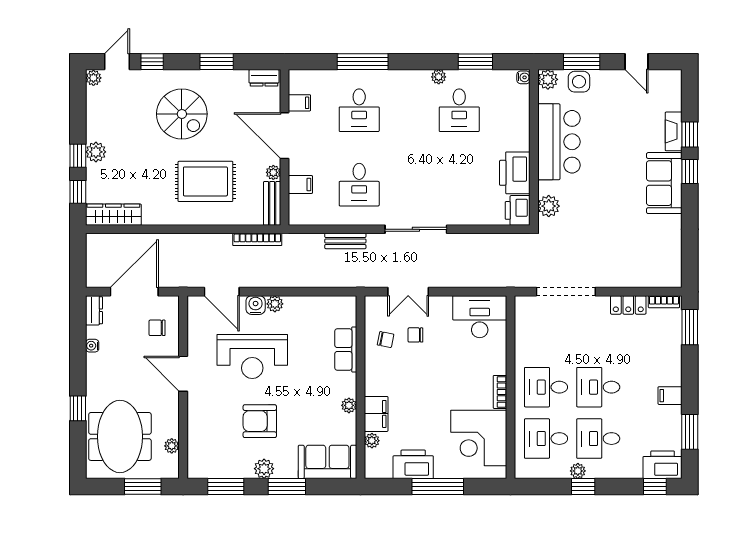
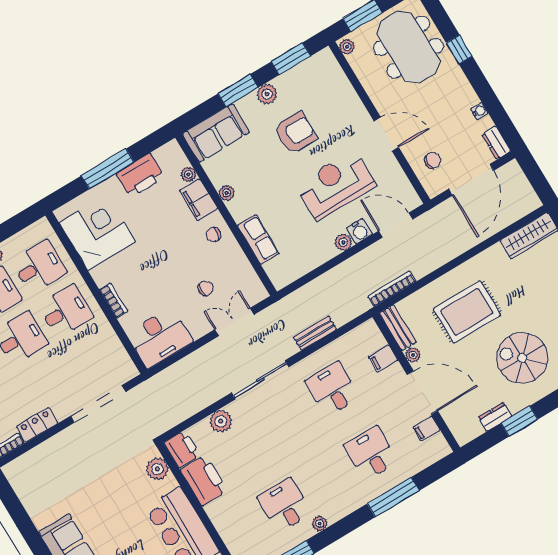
dresser: (264, 78) -> (495, 417), moved
plant: (470, 214) -> (221, 421), added
chair: (386, 340) -> (213, 235), moved
bookcase: (500, 392) -> (114, 301), moved
plant: (172, 446) -> (347, 47), moved

